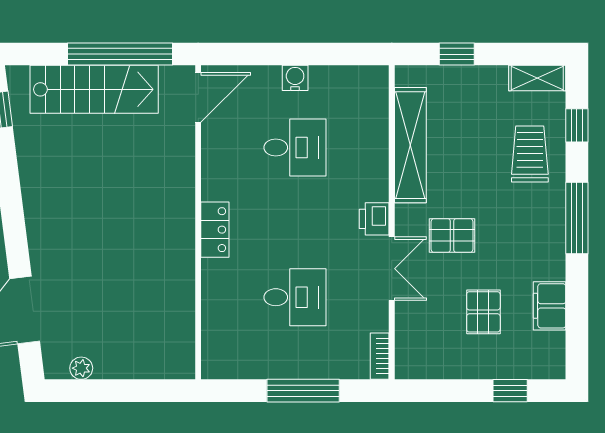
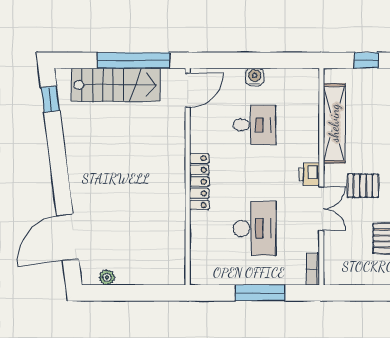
locker: (215, 230) -> (199, 182), width x1.53
desk: (295, 297) -> (255, 228), width x1.37

